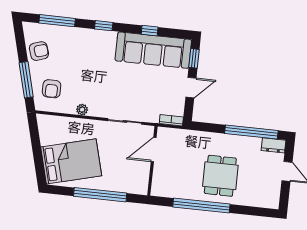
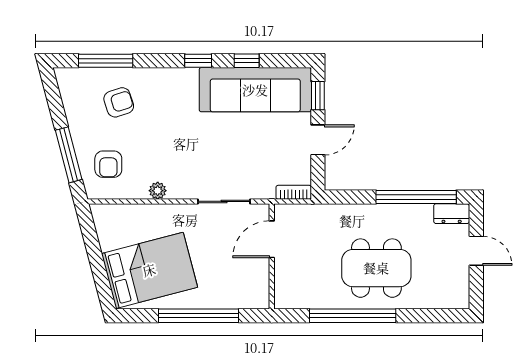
window: (104, 26) -> (198, 61), moved
armchair: (39, 51) -> (119, 102), moved
dining table: (220, 176) -> (376, 268), width x1.38

